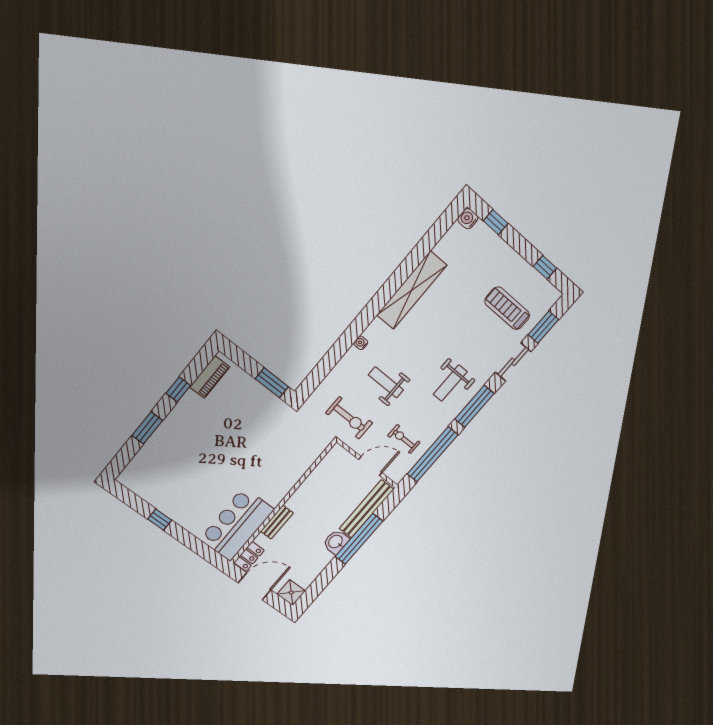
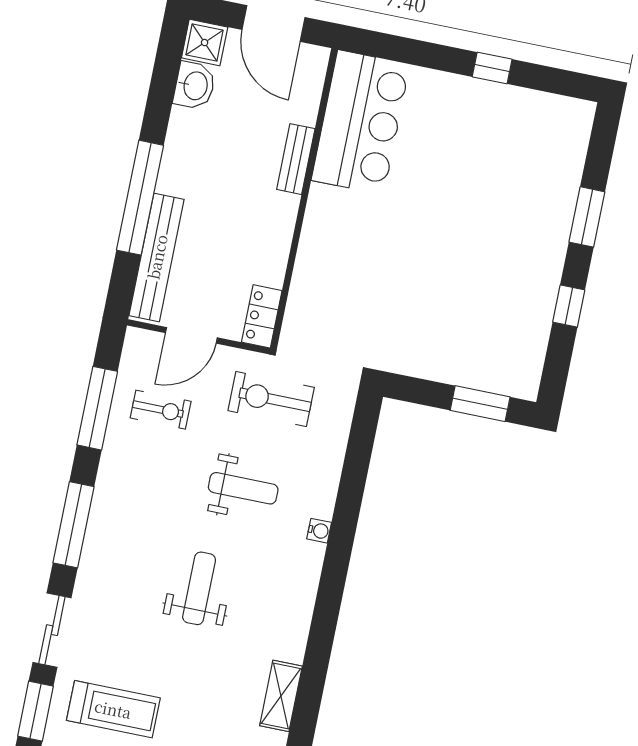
shelving: (412, 290) -> (281, 696), width x0.45, depth x0.75
piano: (210, 377) -> (530, 352), removed
window: (272, 383) -> (480, 404), moved
weight bench: (450, 383) -> (199, 588), moved
window: (433, 454) -> (97, 408), width x0.68
washbasin: (336, 542) -> (195, 86), moved
locker: (249, 557) -> (262, 316), moved
door: (255, 586) -> (274, 23), hinge flipped

